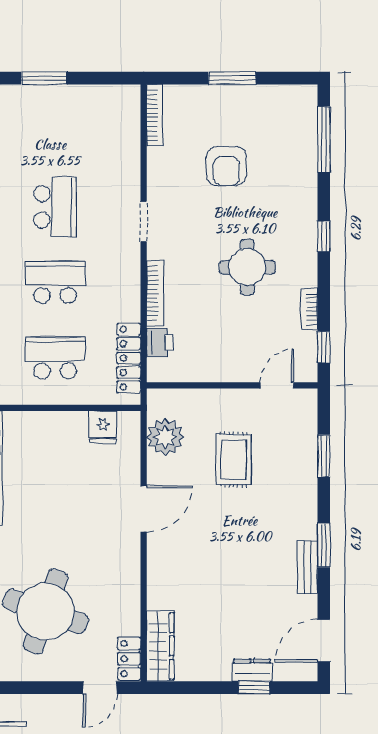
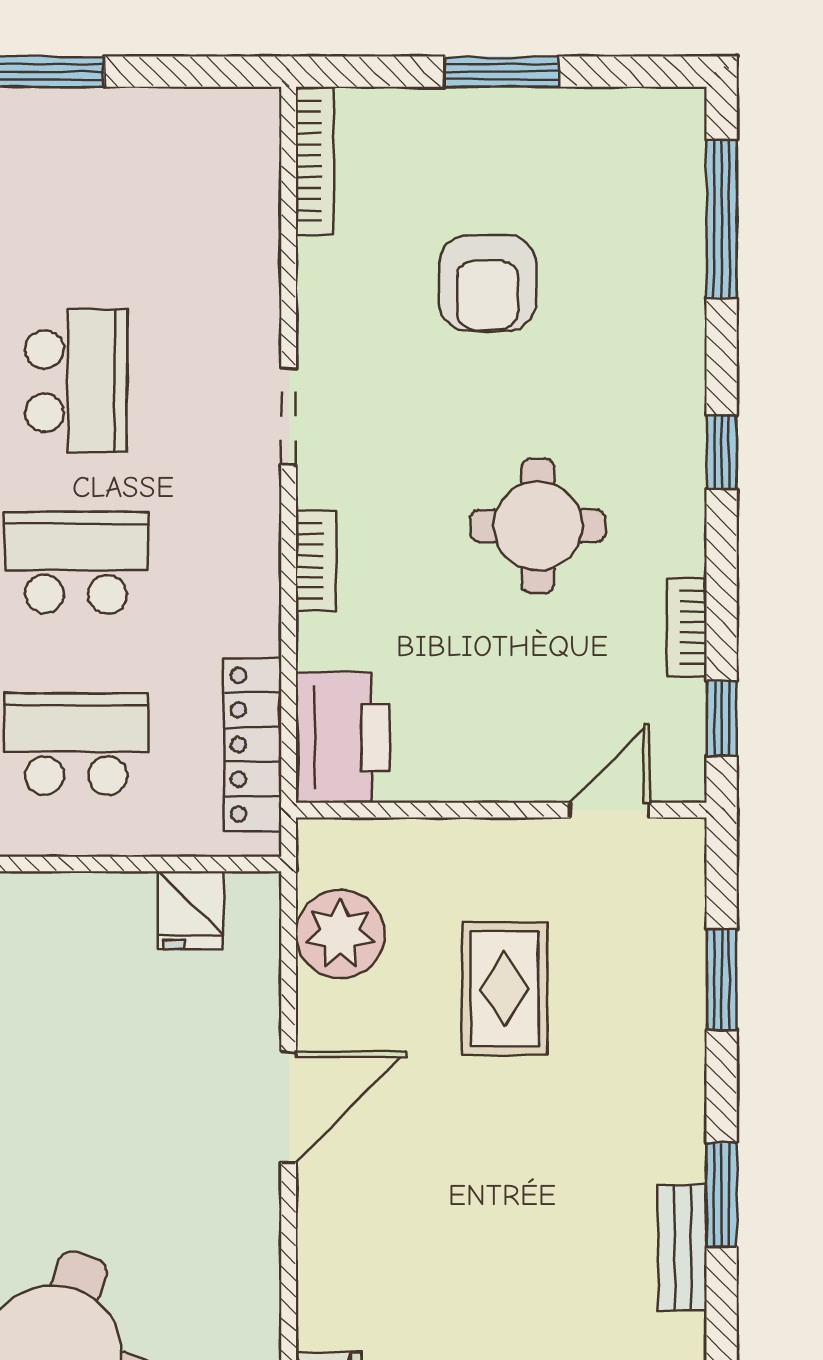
bookcase: (155, 293) -> (316, 561), width x0.64
printer: (160, 343) -> (343, 738), width x1.87, depth x1.48

